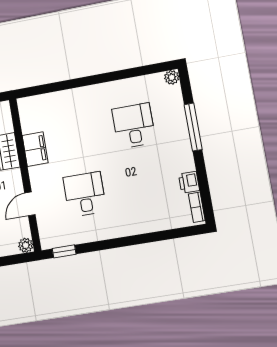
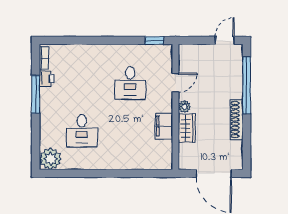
plant: (172, 77) -> (50, 159), width x1.87, depth x1.87
window: (193, 127) -> (36, 94), moved
plant: (26, 245) -> (185, 107), moved

